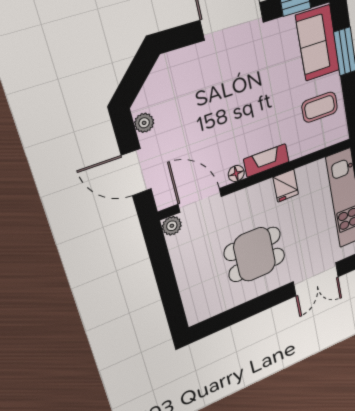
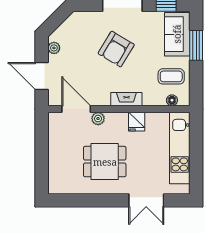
armchair: (238, 93) -> (116, 49), added
floor lamp: (236, 173) -> (172, 100), moved
plant: (172, 226) -> (98, 119), moved

